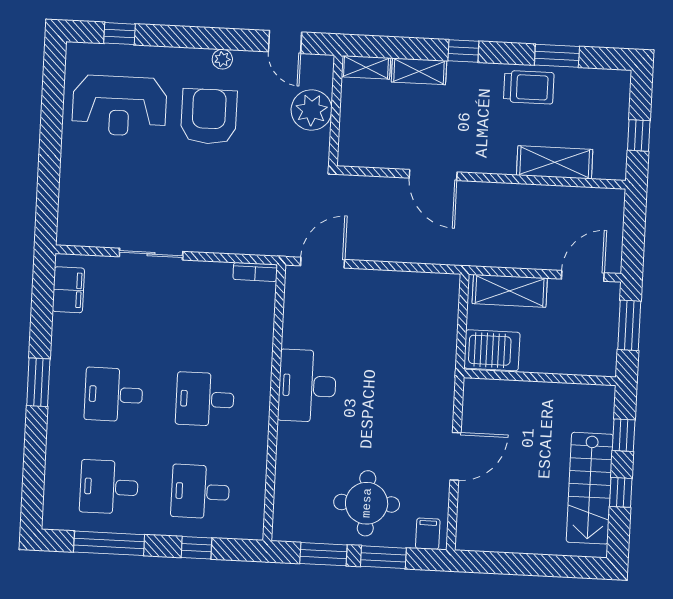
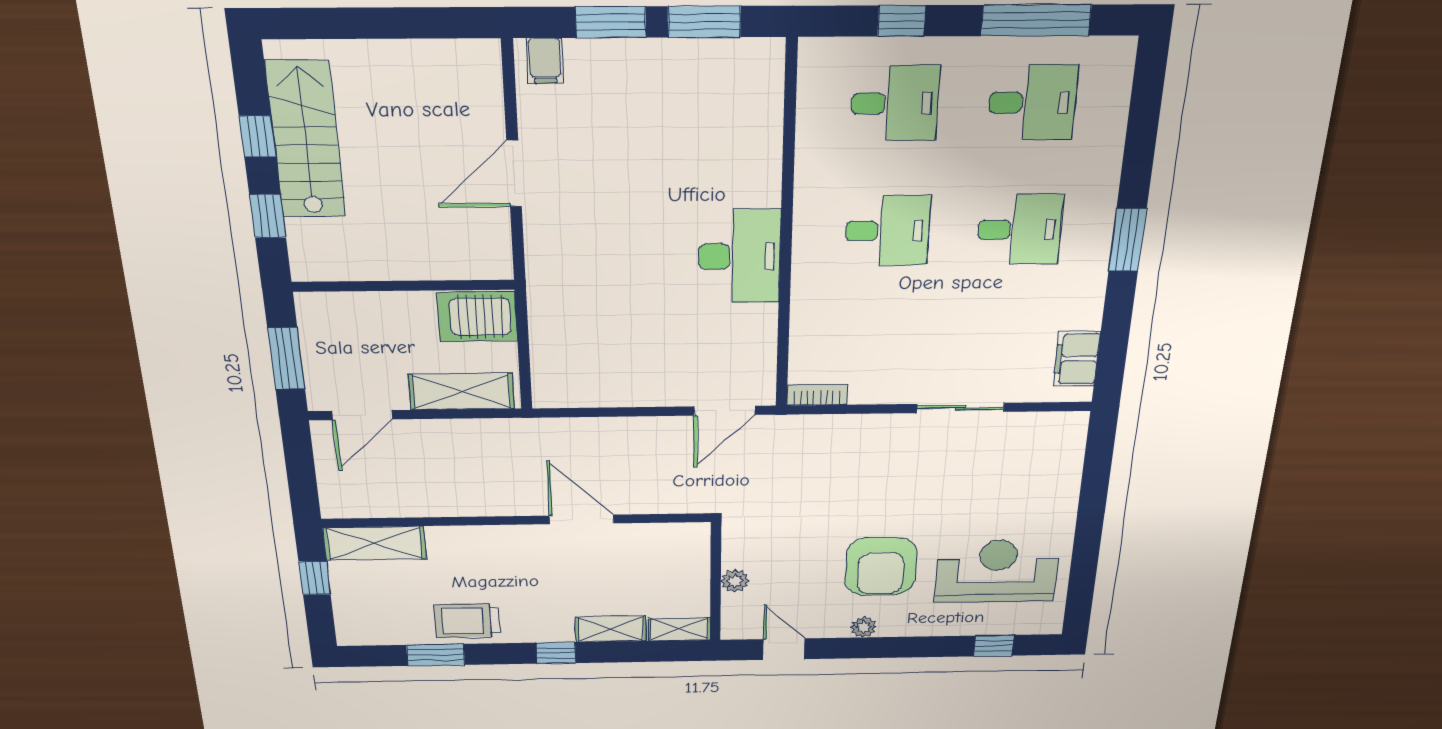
plant: (312, 110) -> (735, 581), width x0.53, depth x0.53
shelving: (555, 162) -> (374, 543), moved
round table: (367, 503) -> (642, 100), removed

